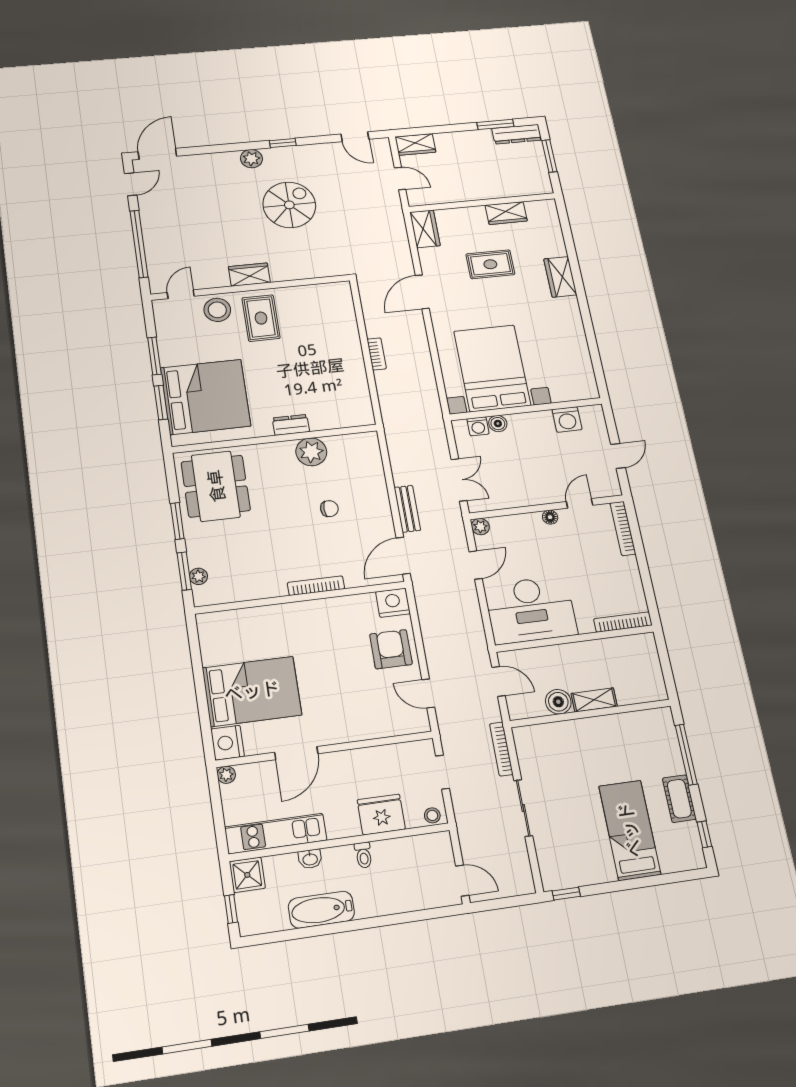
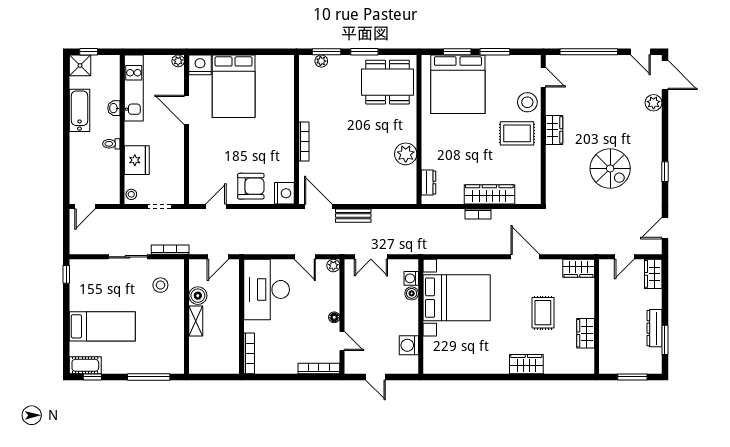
dresser: (517, 134) -> (654, 328), moved
plant: (251, 159) -> (654, 103), moved
wardrobe: (348, 343) -> (489, 194), added
dresser: (291, 425) -> (429, 182), moved
chair: (329, 509) -> (360, 160), removed
stool: (554, 756) -> (160, 285), added
cot: (679, 799) -> (85, 365), moved
shower: (247, 875) -> (80, 65), moved

